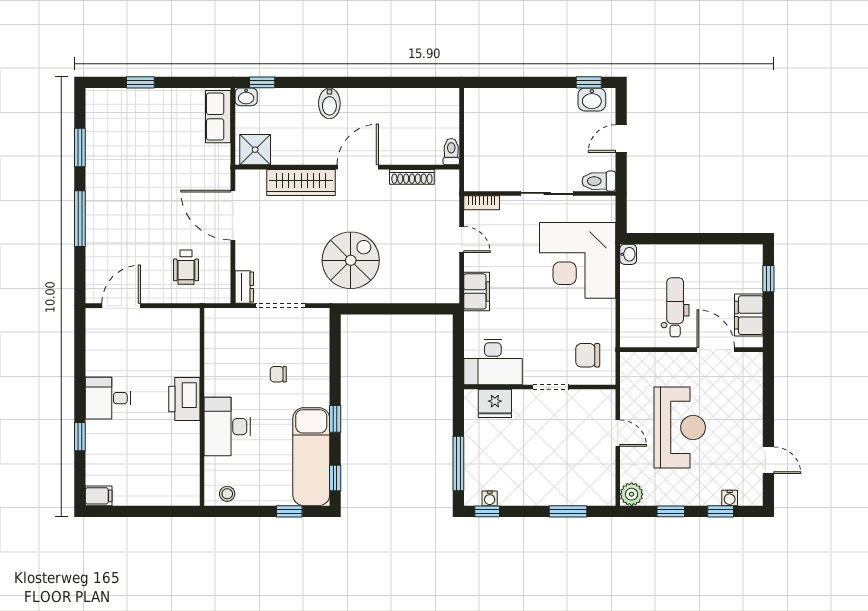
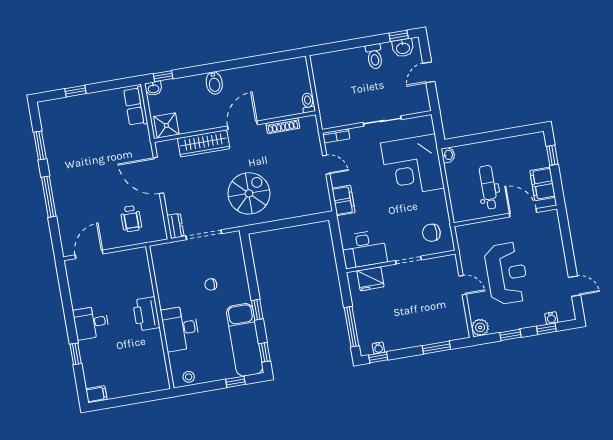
toilet: (599, 181) -> (374, 56), moved, turned -90

